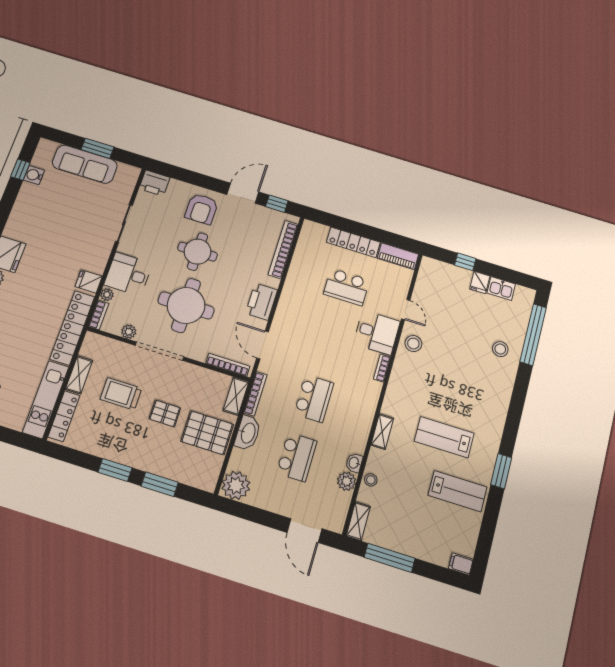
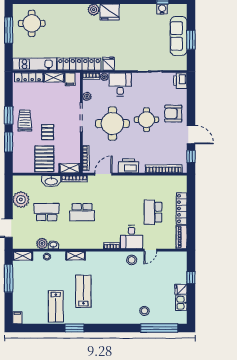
filing cabinet: (91, 350) -> (70, 79), added
trolley: (121, 394) -> (25, 120), moved
school desk: (297, 457) -> (47, 212), turned 180
plant: (236, 485) -> (21, 200), moved

